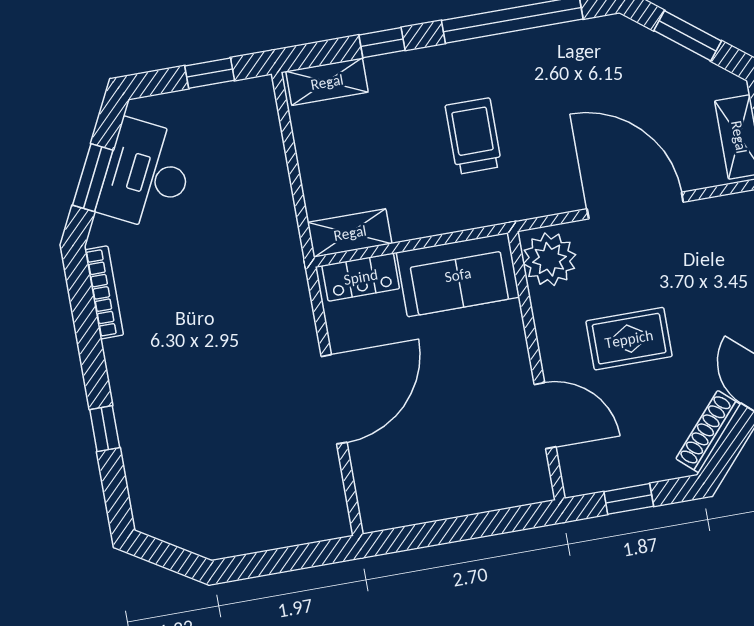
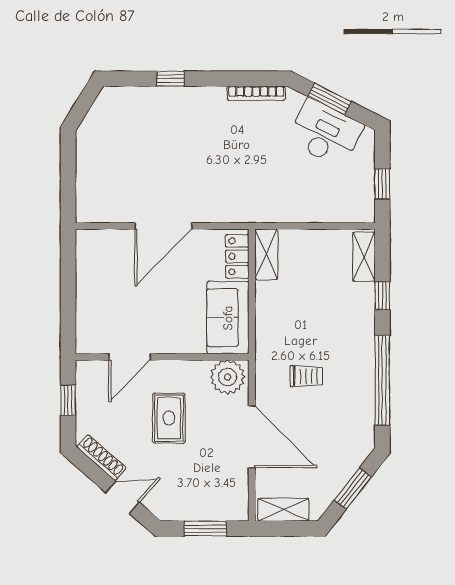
trolley: (473, 136) -> (307, 376), moved, width x0.73, depth x0.72
door: (635, 206) -> (252, 437), hinge flipped
door: (334, 399) -> (163, 226), hinge flipped

